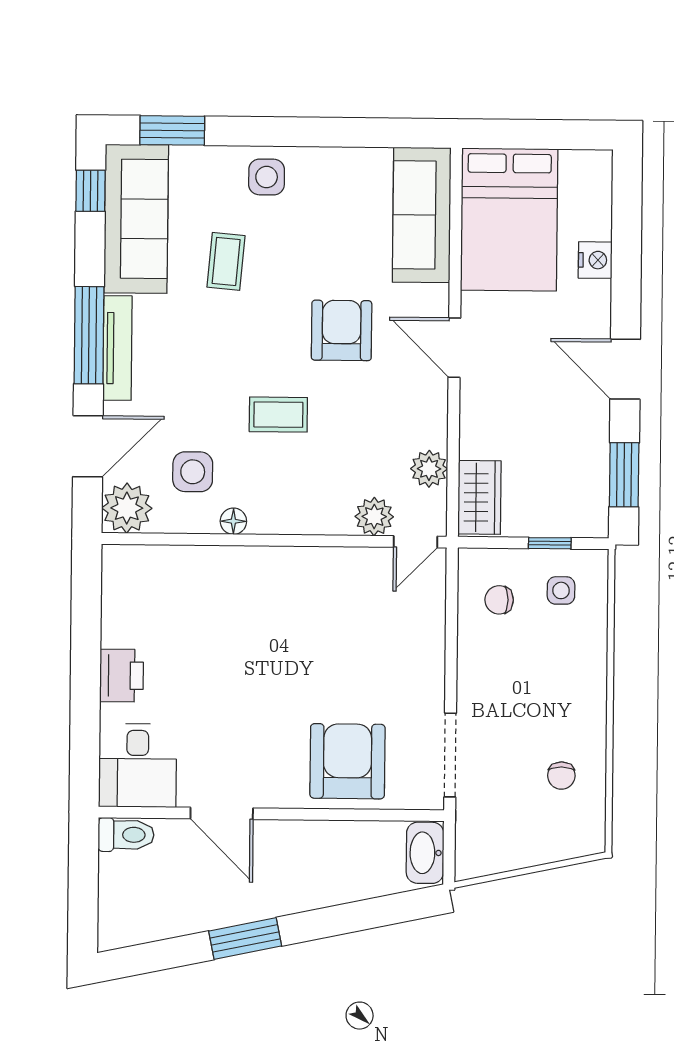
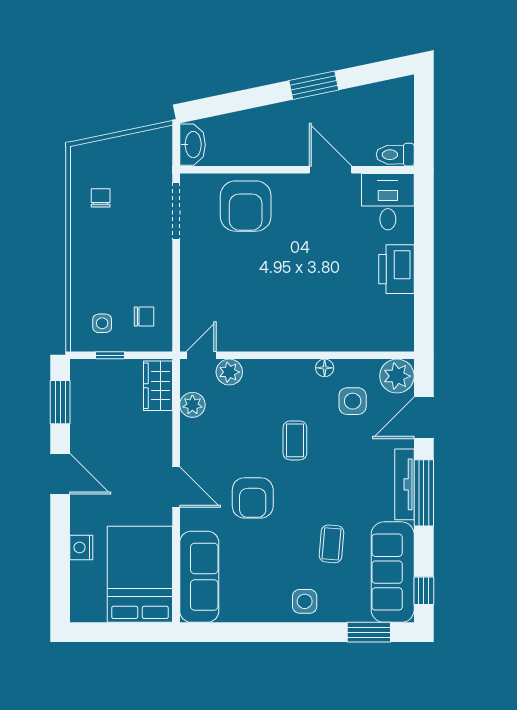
coffee table: (278, 415) -> (295, 440), turned 90
printer: (122, 676) -> (397, 269), width x1.37, depth x1.19

